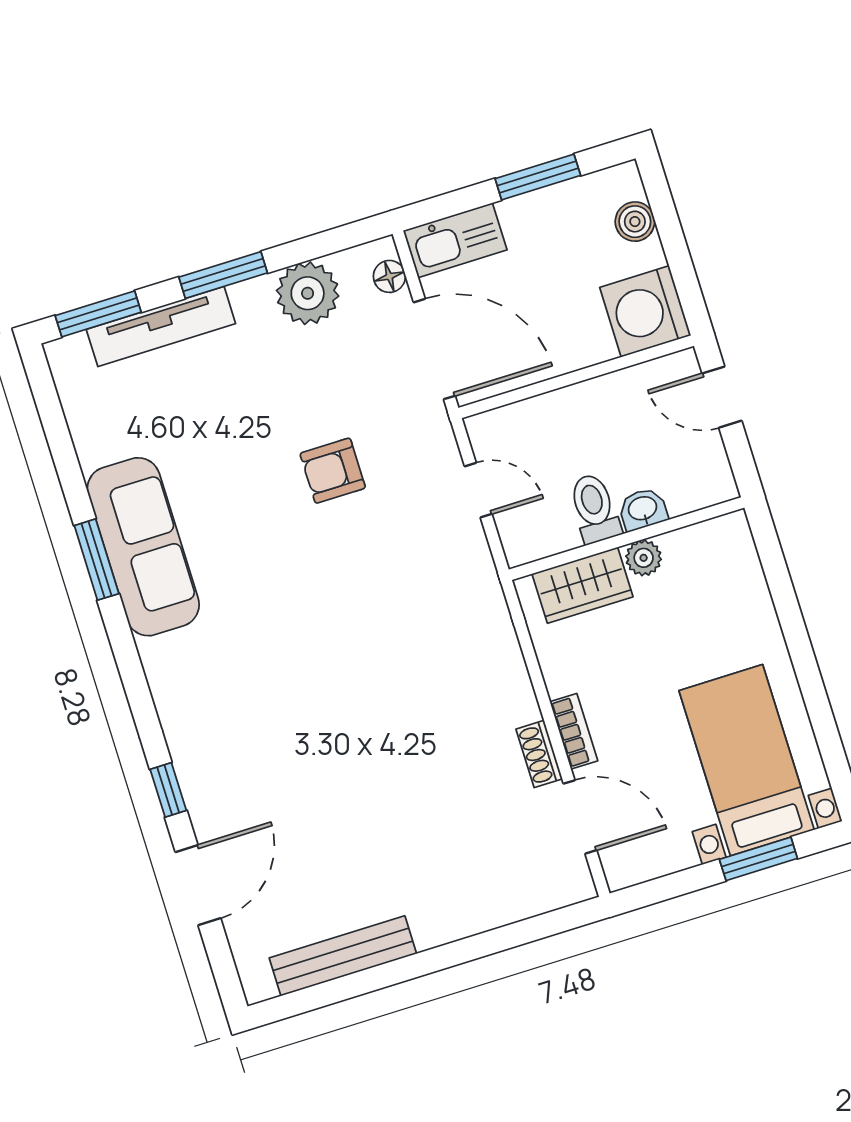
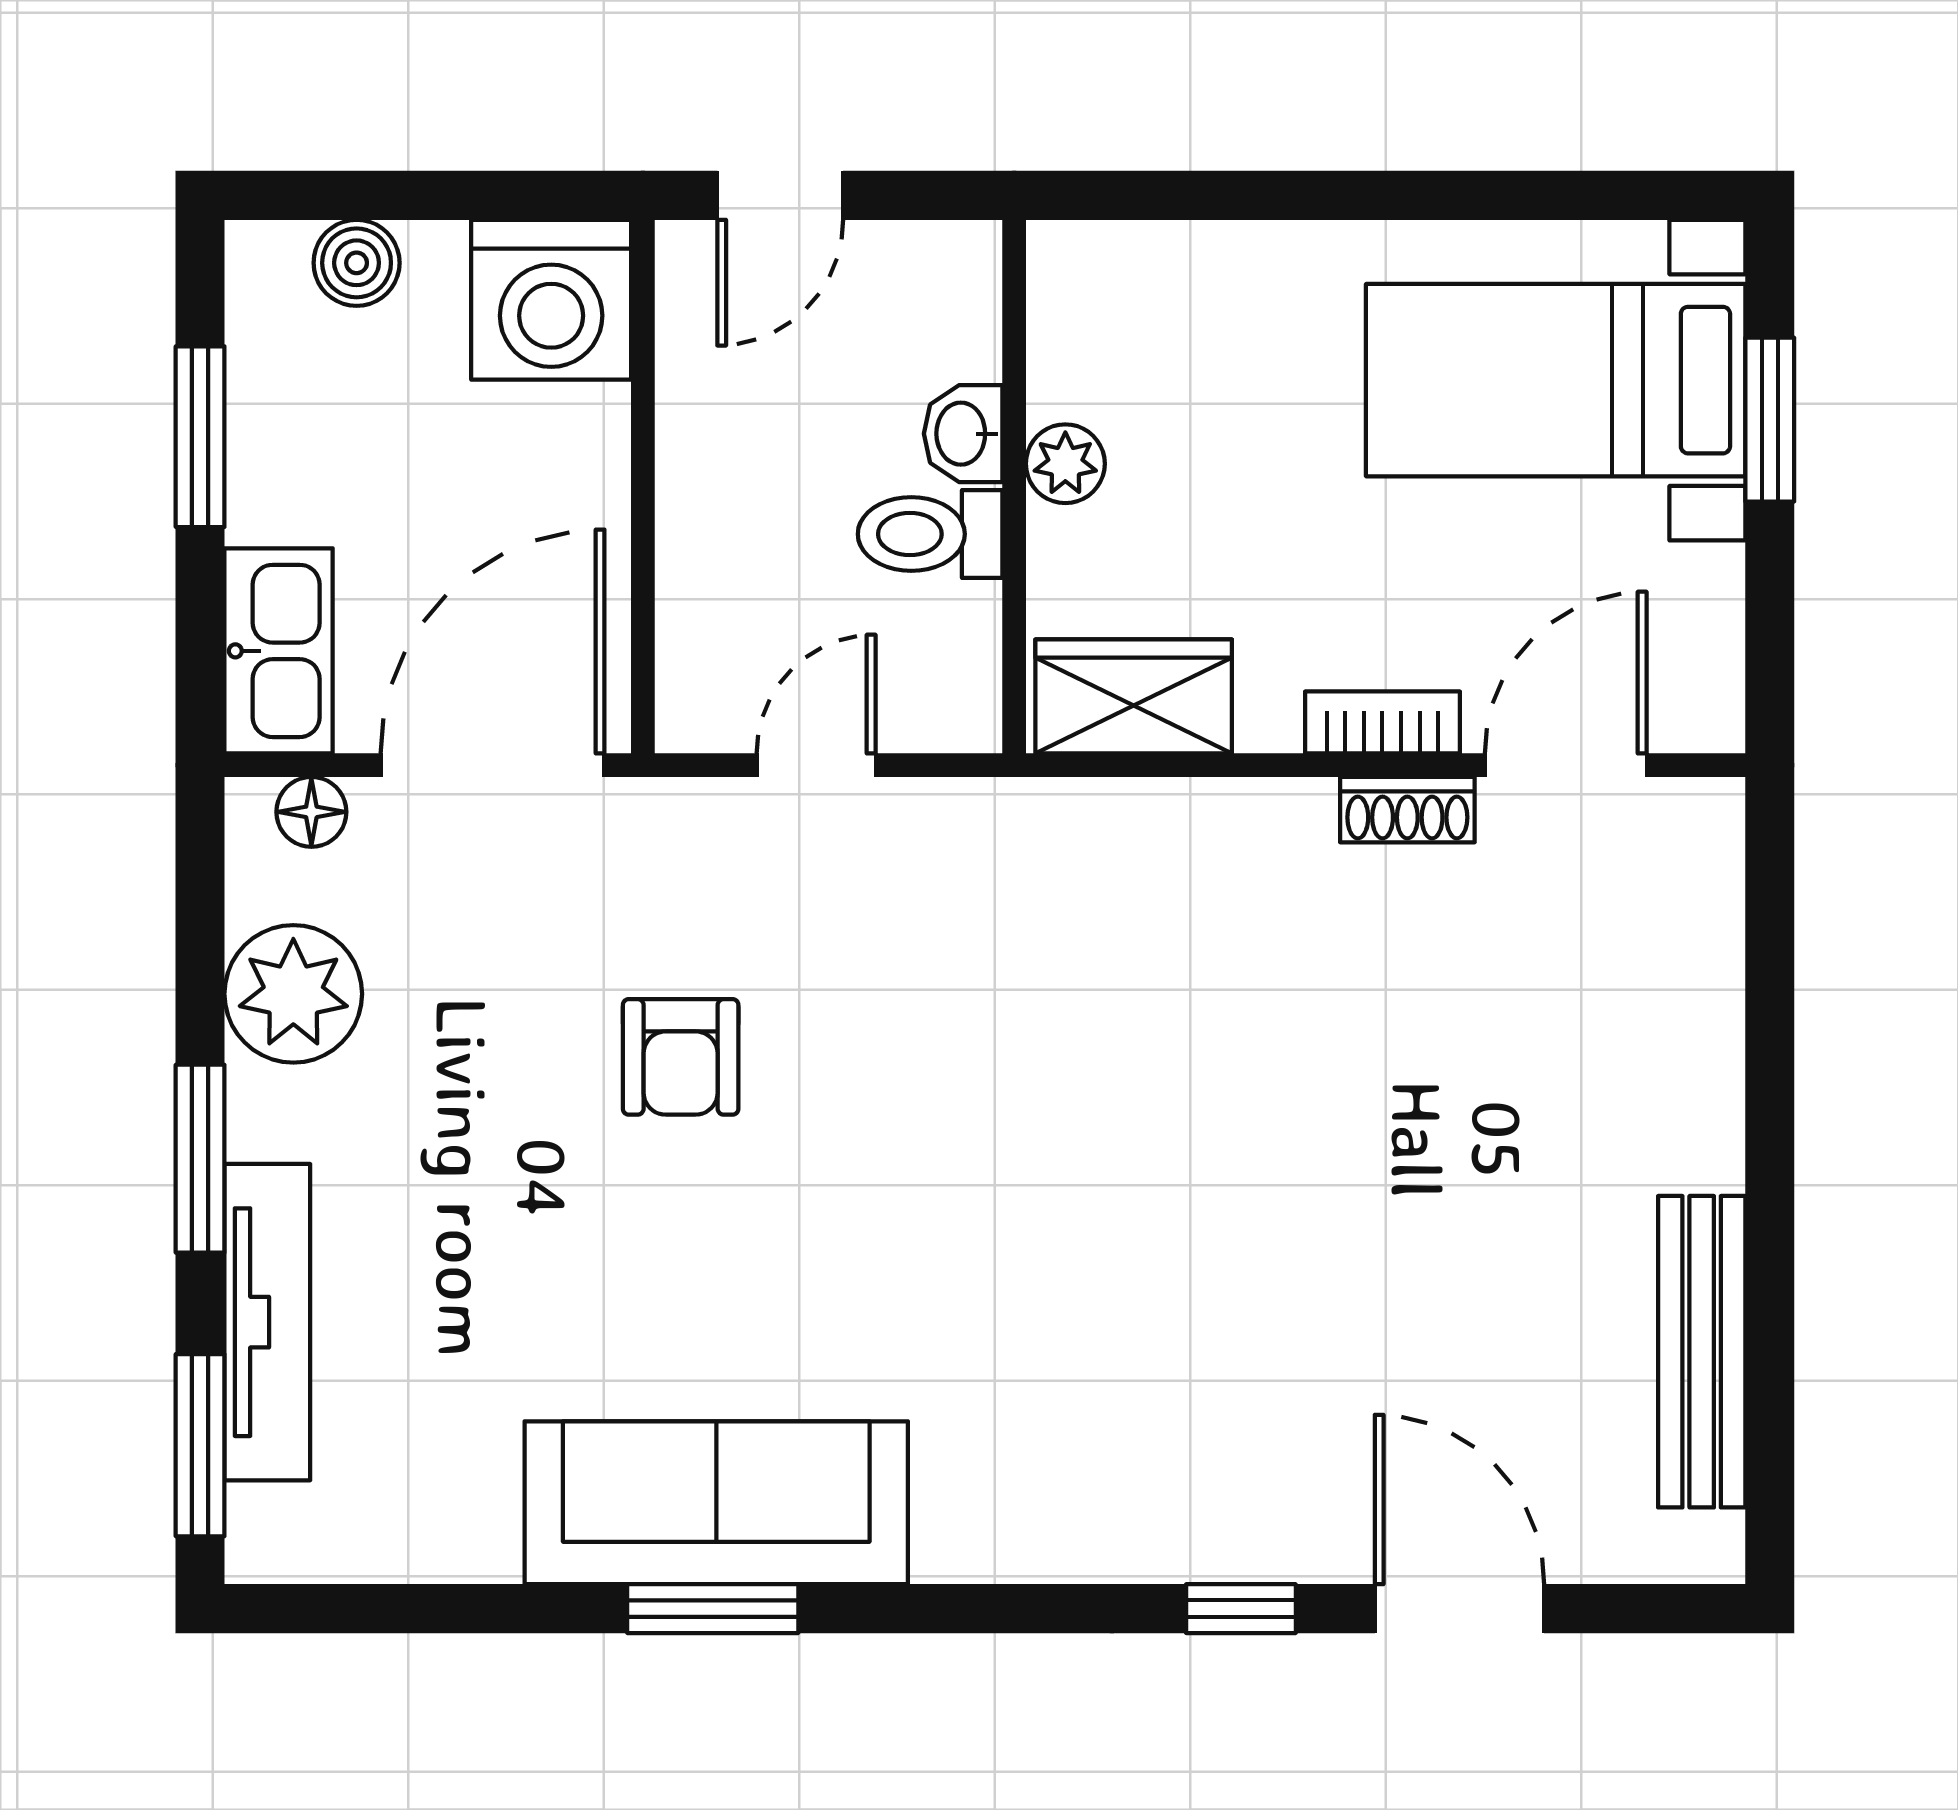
wardrobe: (583, 585) -> (1134, 696), moved, turned -90

